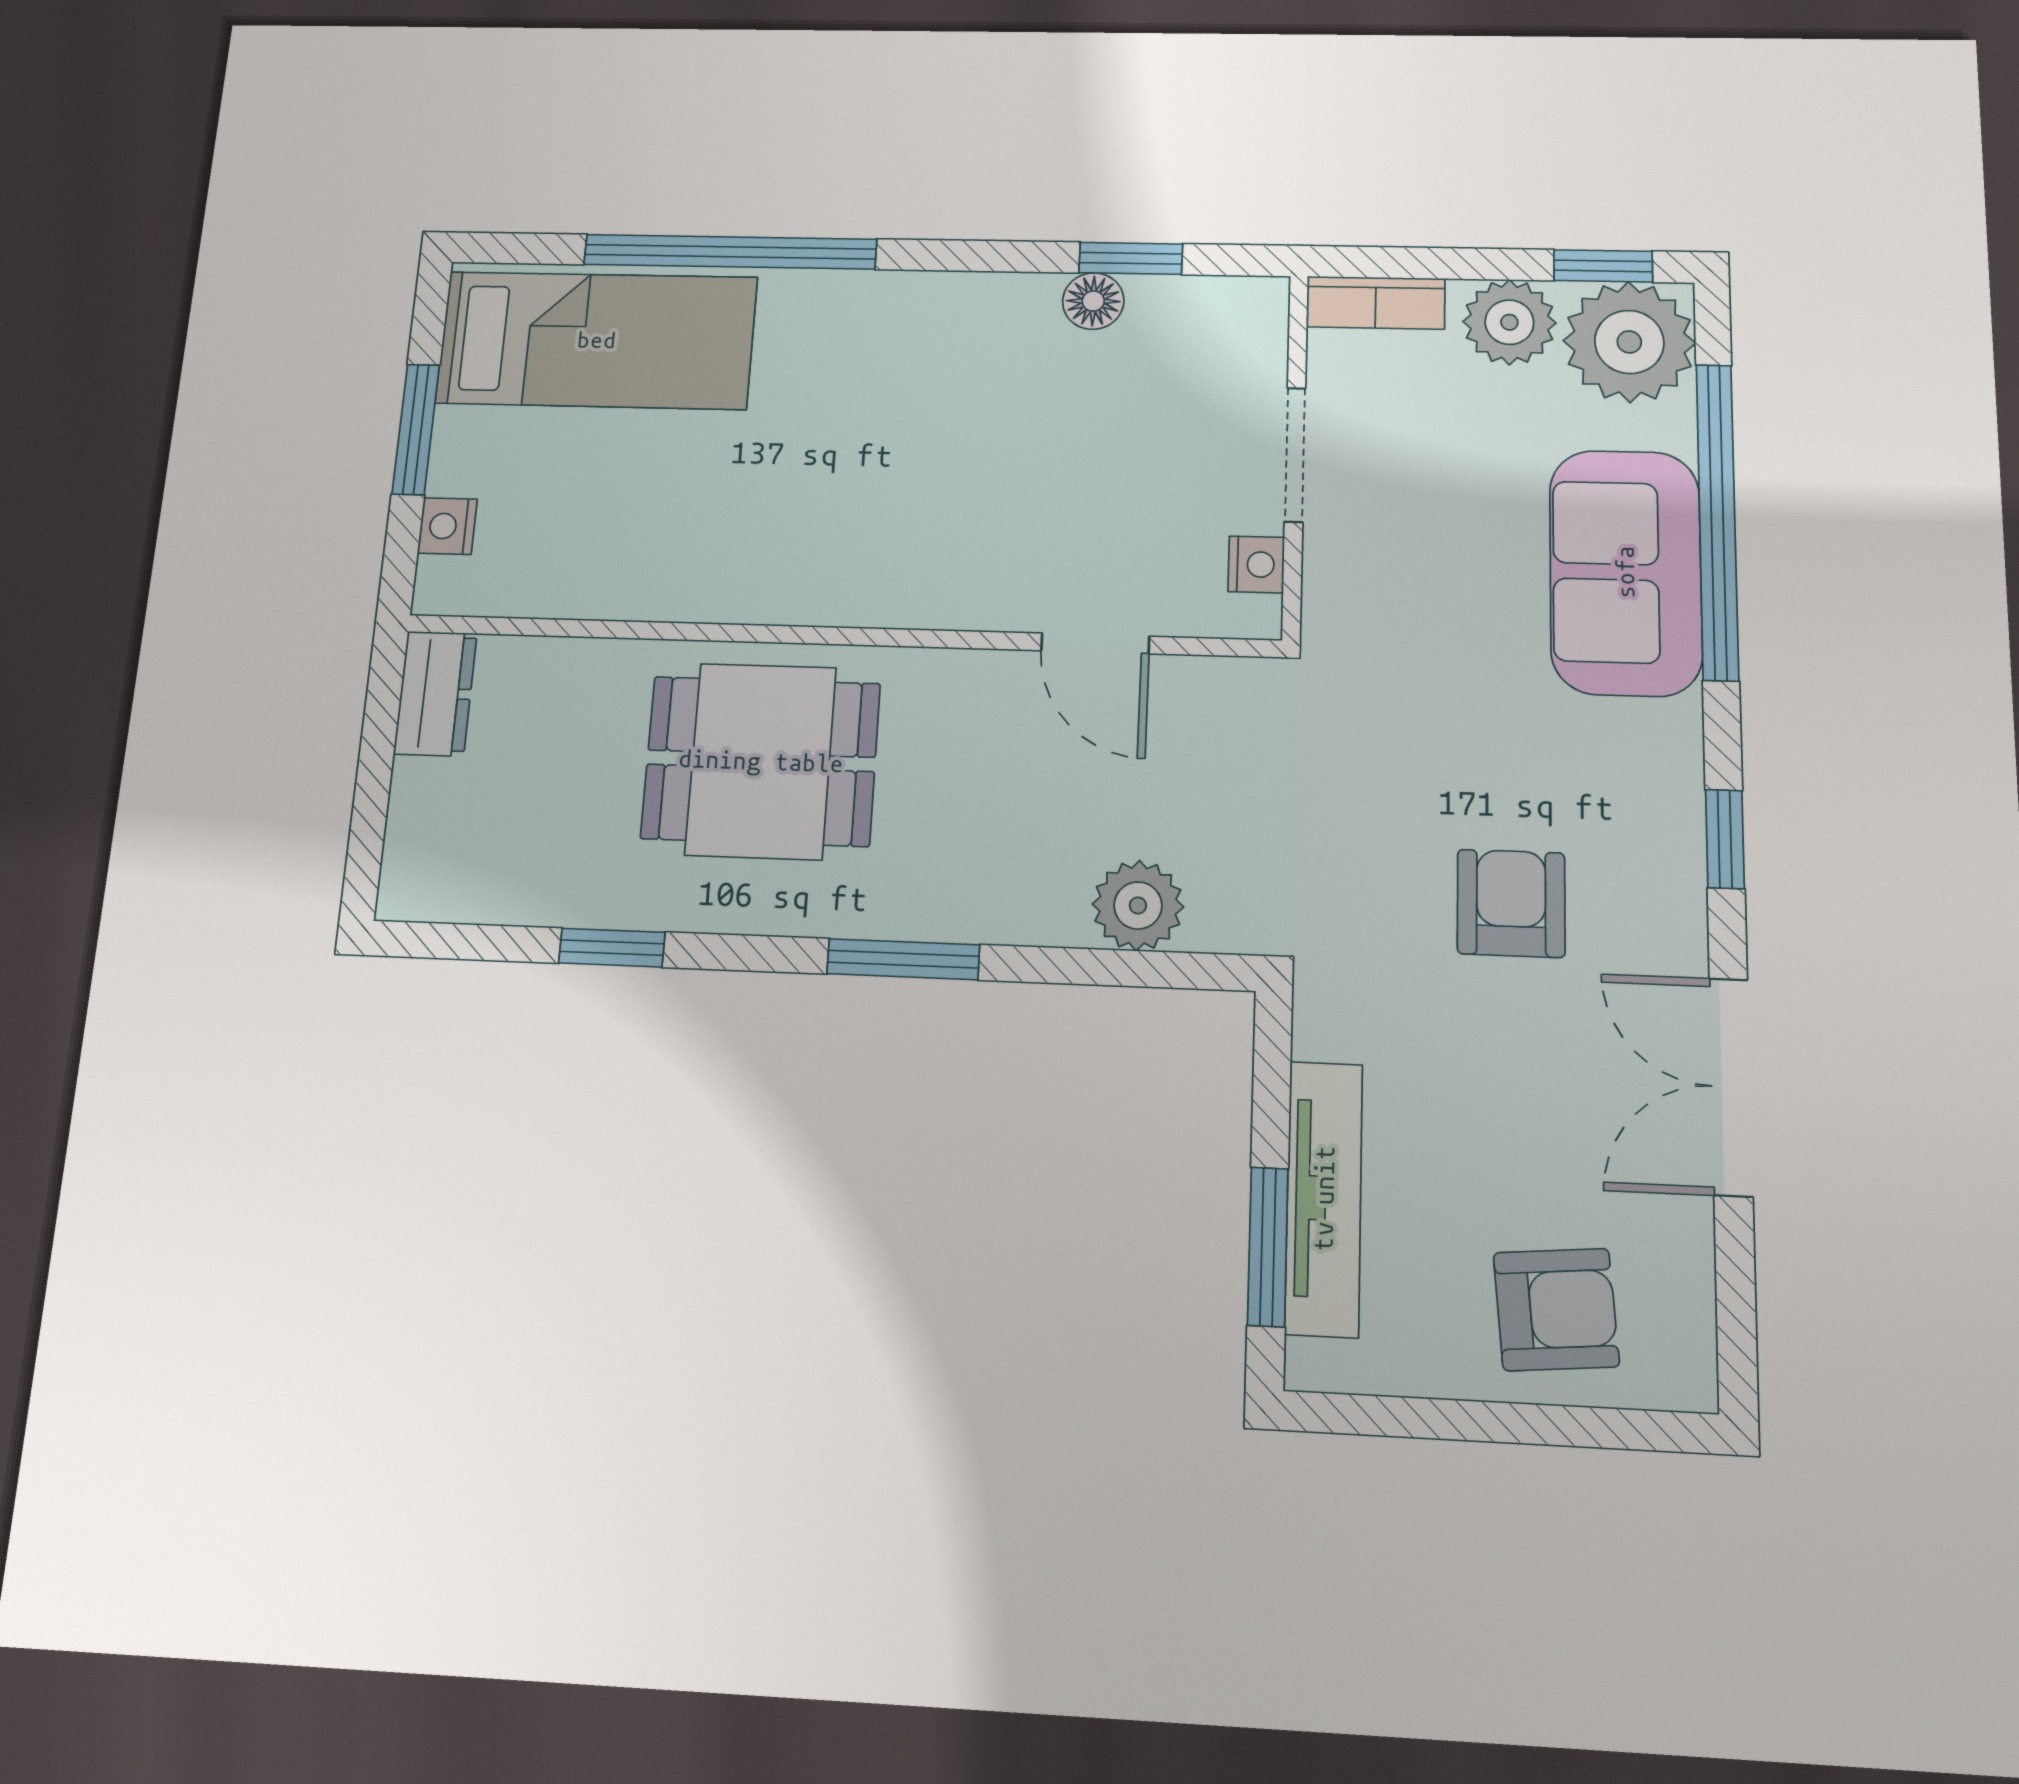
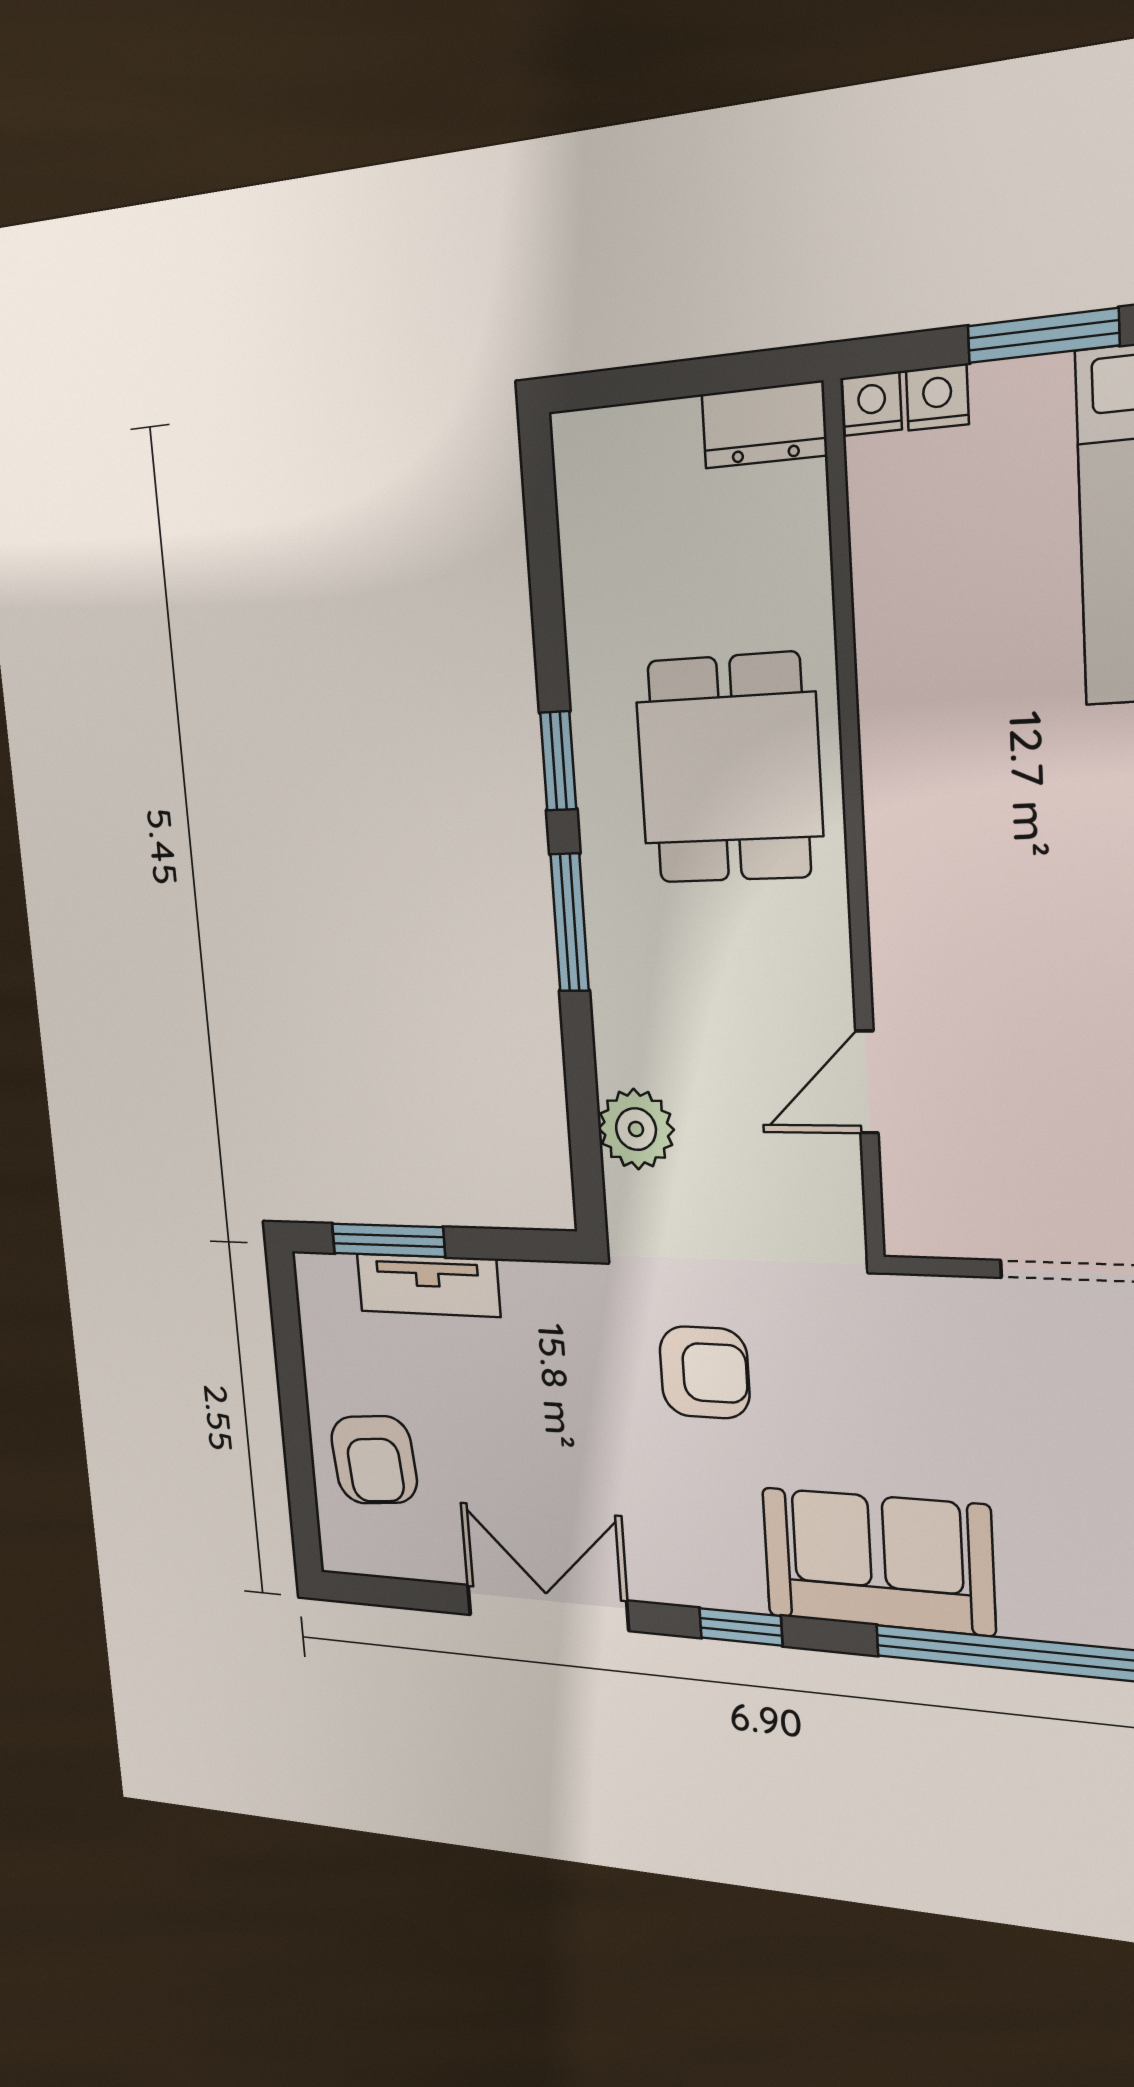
nightstand: (1256, 564) -> (872, 404), moved, turned 180
sofa: (1625, 572) -> (878, 1561), moved
armchair: (1511, 903) -> (704, 1372), moved
window: (612, 948) -> (558, 761), moved
tv unit: (1324, 1198) -> (428, 1285), width x0.71

